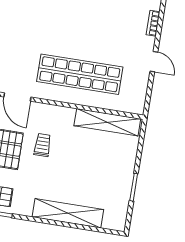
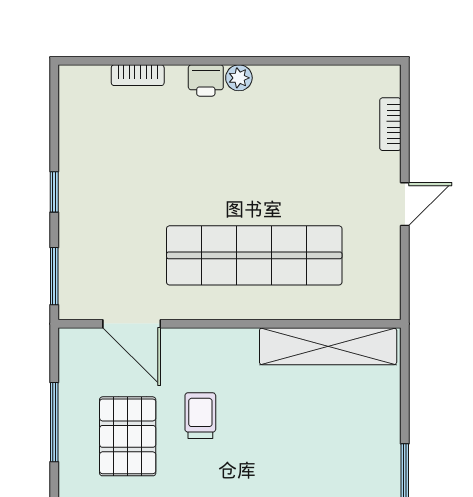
door: (154, 62) -> (405, 204), hinge flipped

